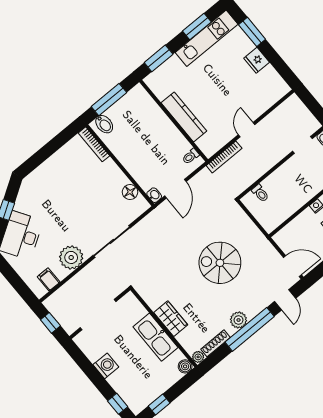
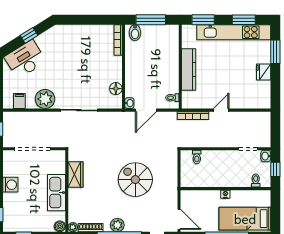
kitchen unit: (207, 38) -> (234, 32), width x1.36
wardrobe: (171, 319) -> (76, 175), moved

